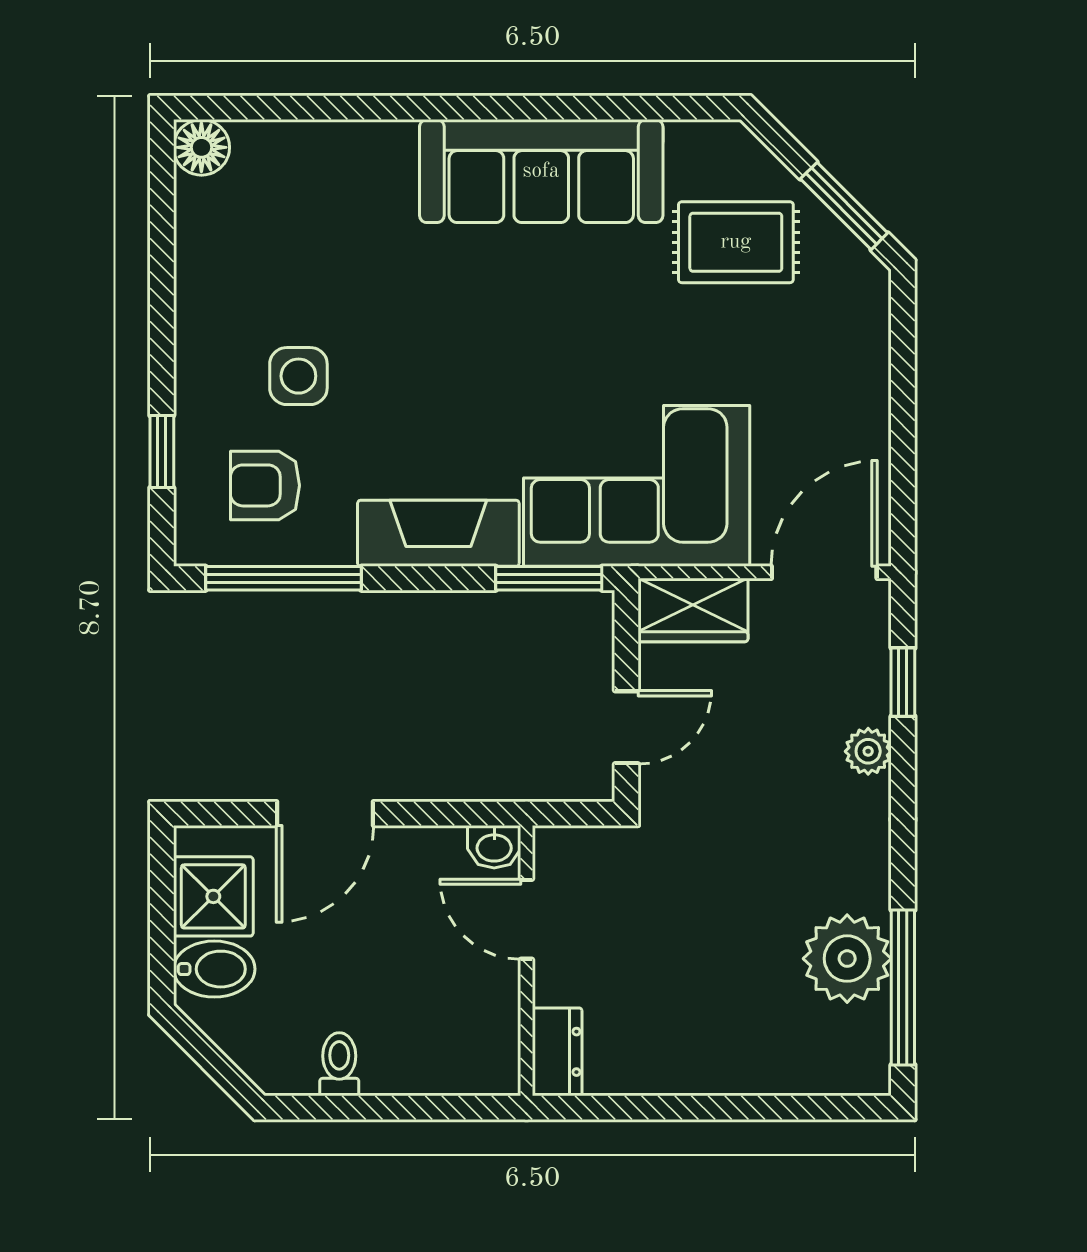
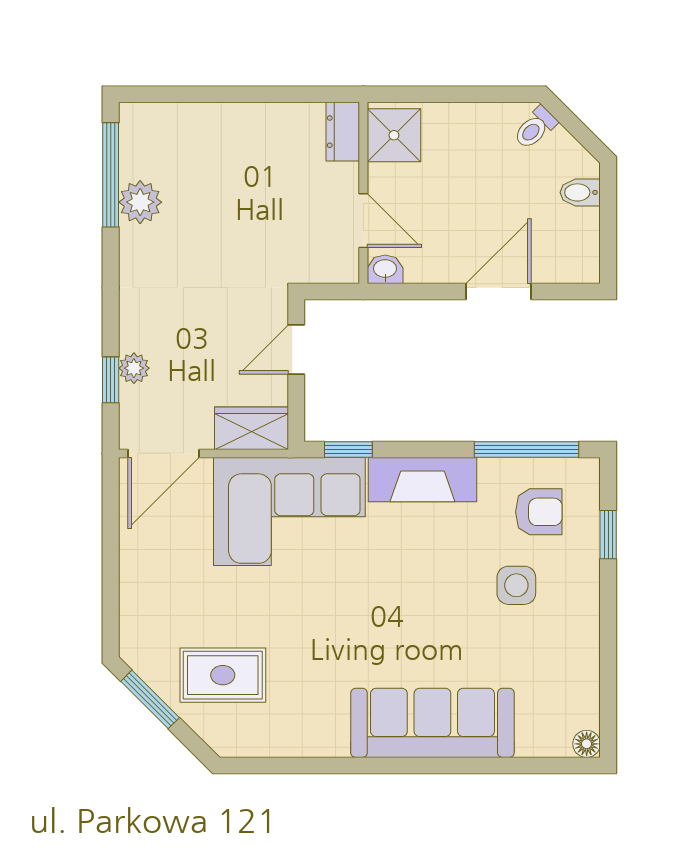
floor lamp: (201, 147) -> (587, 744), width x0.73, depth x0.73
sofa: (541, 171) -> (432, 723), moved
window: (549, 578) -> (348, 450), width x0.67
plant: (868, 751) -> (134, 368), moved
shower: (213, 896) -> (394, 135), moved
plant: (847, 959) -> (140, 202), width x0.73, depth x0.73
bidet: (214, 969) -> (580, 192), width x0.72, depth x0.74
toilet: (339, 1064) -> (535, 128), moved, turned 45

